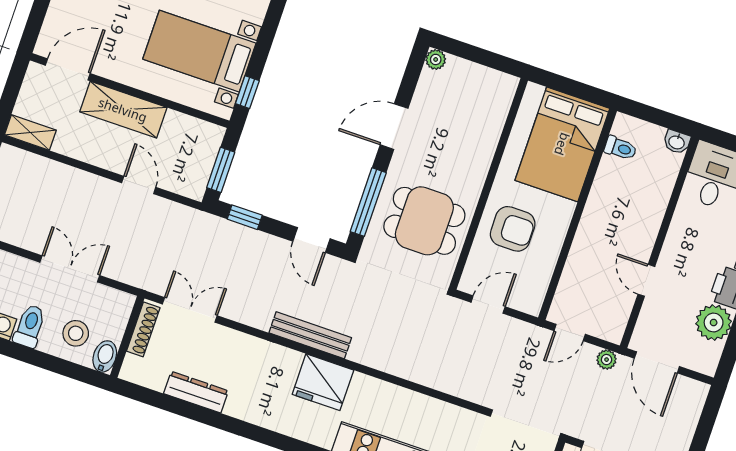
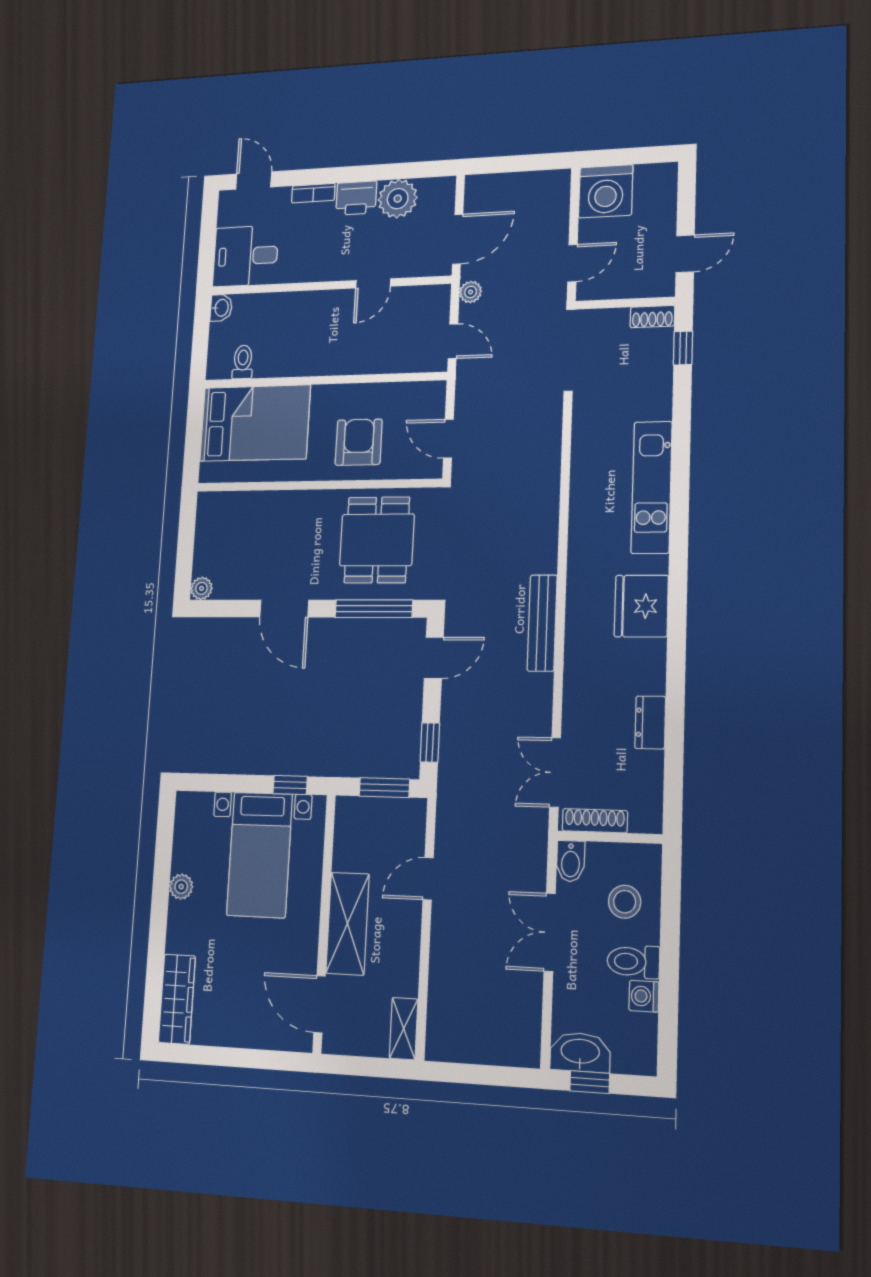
bidet: (105, 356) -> (571, 861), moved, turned -90
fridge: (323, 382) -> (641, 606), moved, turned 180
dresser: (196, 392) -> (650, 722), width x0.70

